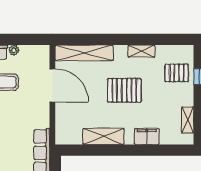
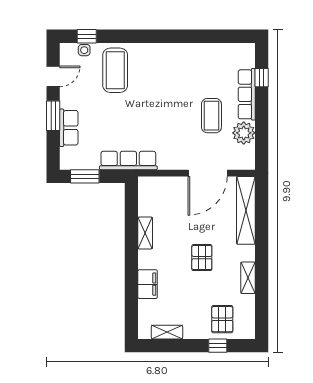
plant: (14, 50) -> (244, 133), width x1.87, depth x1.87
pallet: (124, 90) -> (202, 258), width x0.67, depth x0.71
shelving: (103, 136) -> (145, 233), width x0.67, depth x0.75

